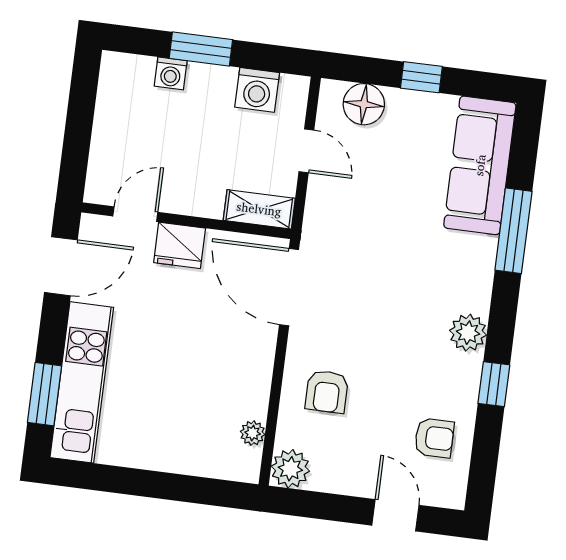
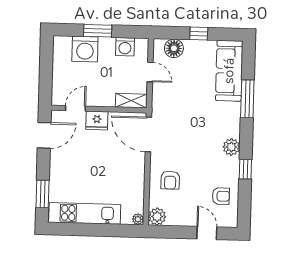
washing machine: (171, 73) -> (85, 49), width x1.89, depth x1.89
kitchen unit: (82, 382) -> (85, 213), moved, turned -90
plant: (253, 433) -> (138, 219), moved

